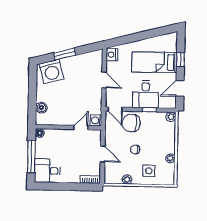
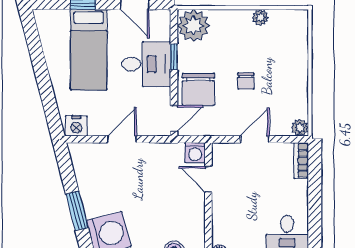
plant: (171, 117) -> (193, 26), width x1.88, depth x1.88
side table: (149, 171) -> (283, 56), removed
plant: (127, 179) -> (300, 128), moved

